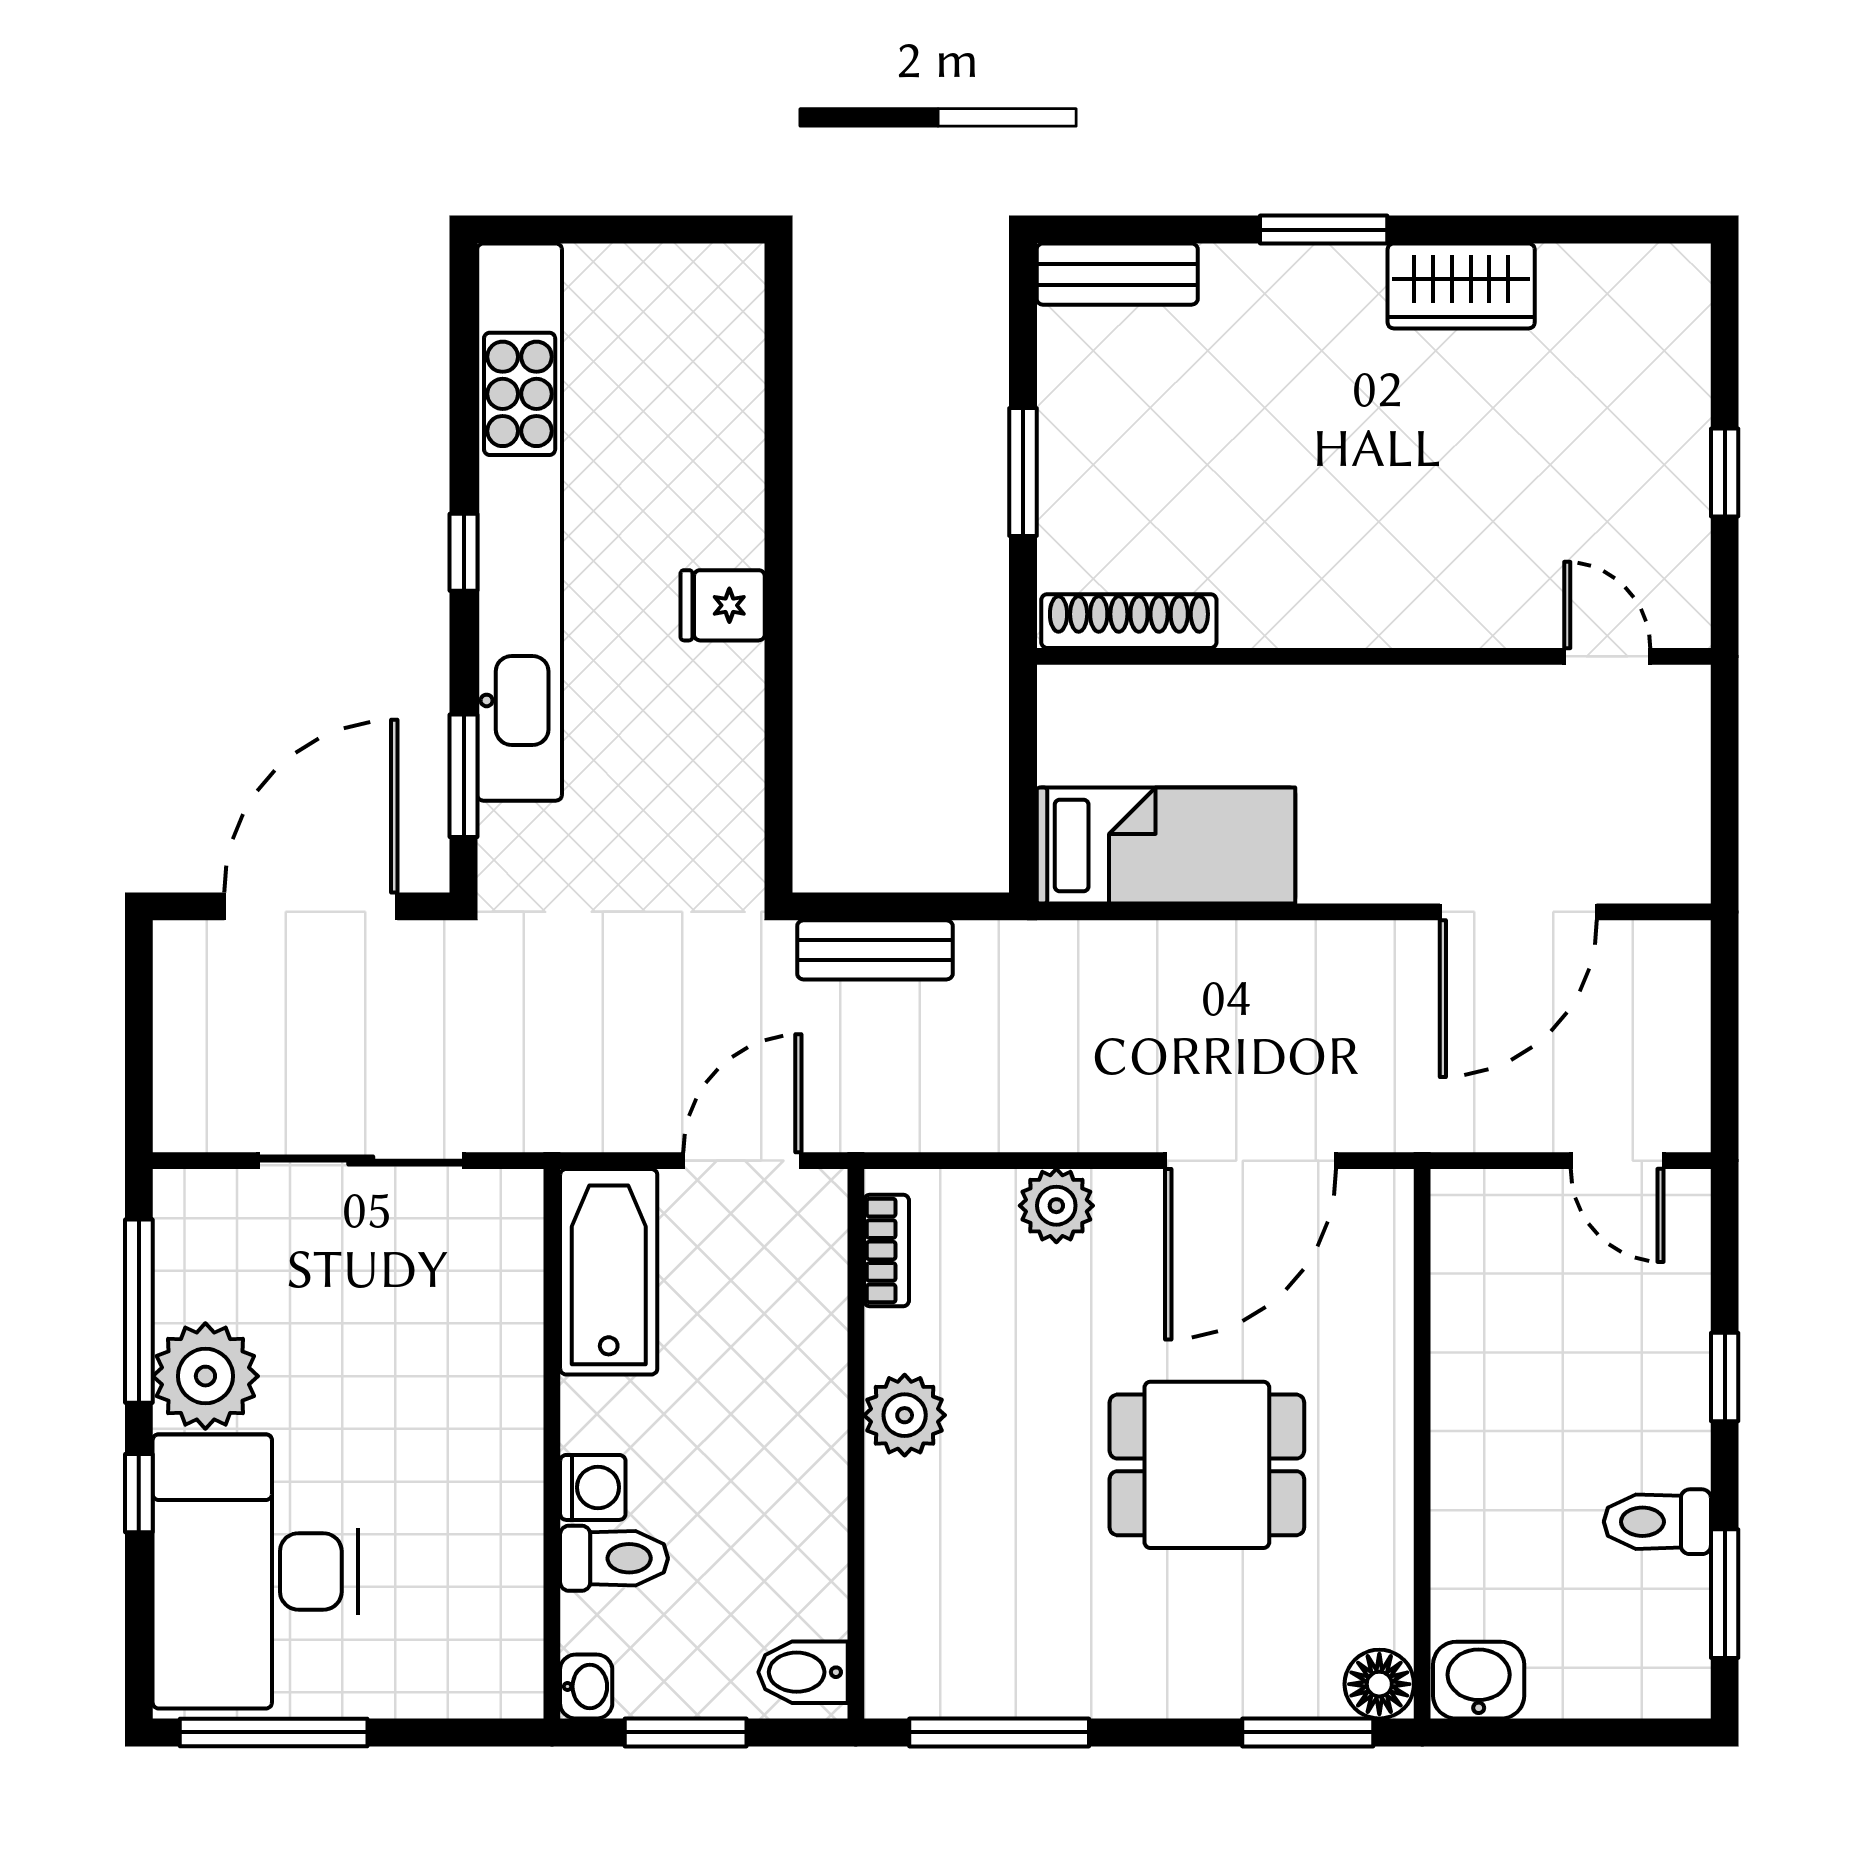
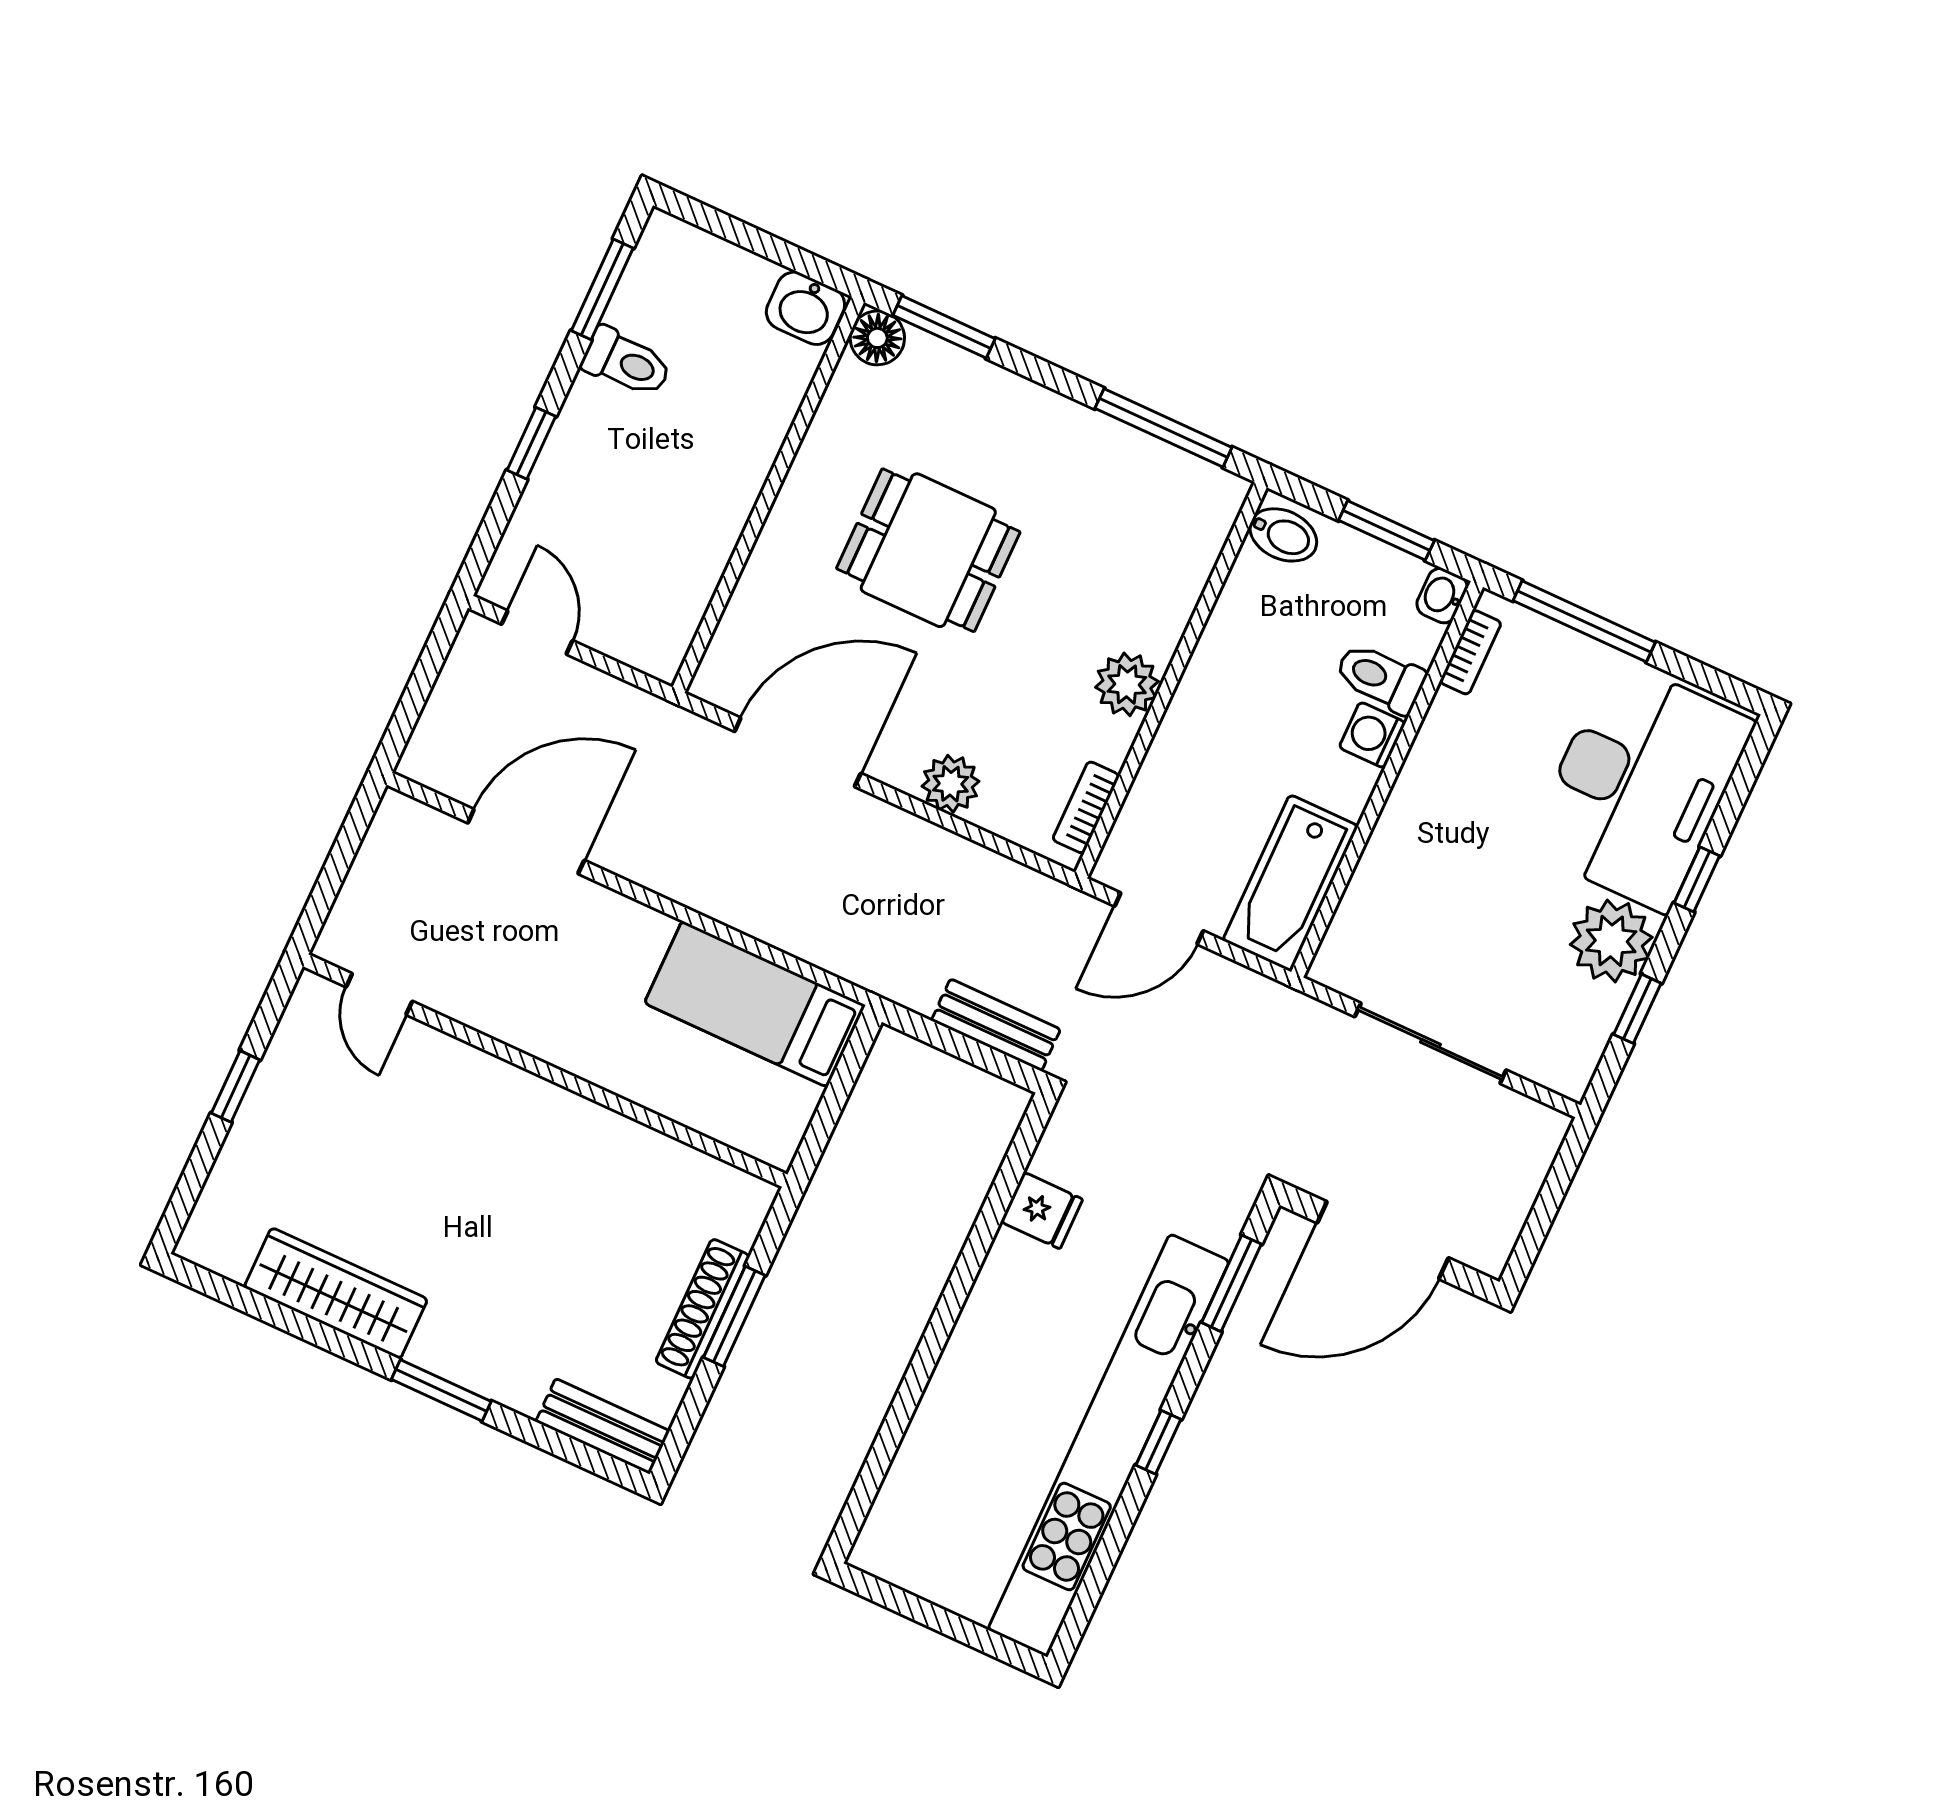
wardrobe: (1461, 286) -> (336, 1293), width x1.50
fridge: (723, 605) -> (1042, 1211), moved
shoe rack: (1129, 621) -> (703, 1309), moved, turned 90
window: (139, 1311) -> (1637, 1009), width x0.46
bookcase: (523, 1636) -> (1470, 652), added
window: (274, 1732) -> (1584, 621), moved

